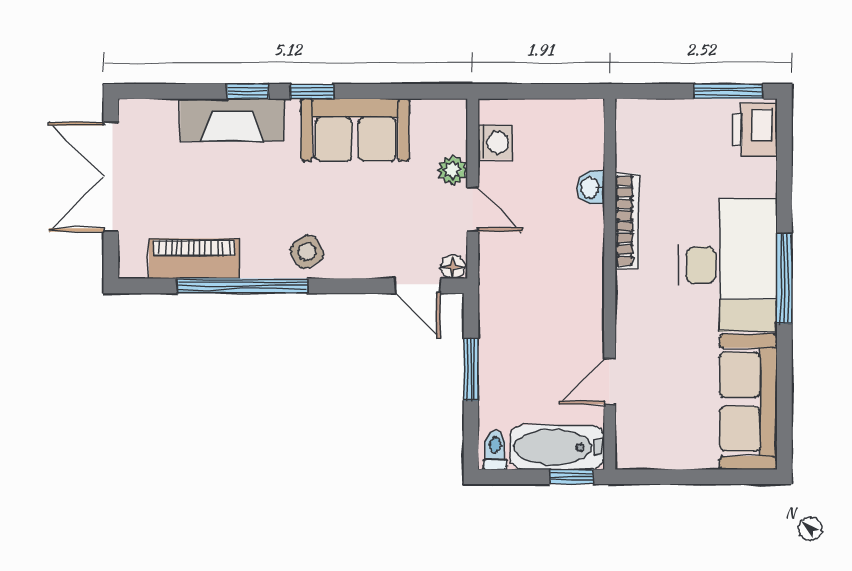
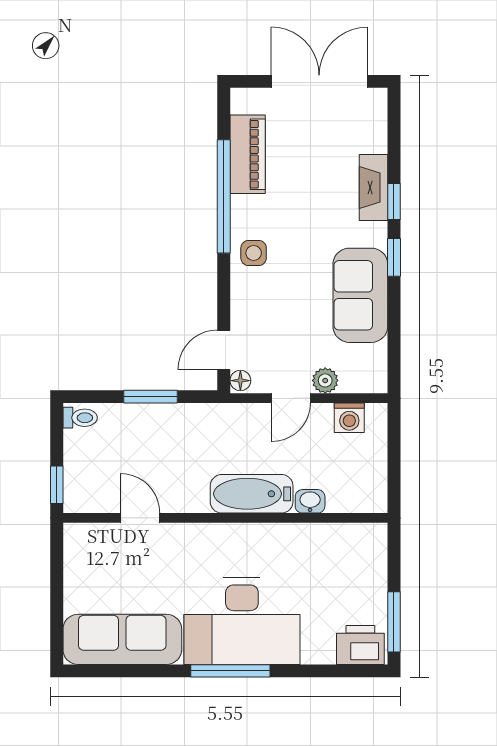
fireplace: (232, 120) -> (374, 188), width x0.73, depth x0.76
bookcase: (627, 221) -> (281, 533), removed
side table: (307, 252) -> (254, 253), turned 32
bathtub: (557, 447) -> (252, 494), moved, turned -90

